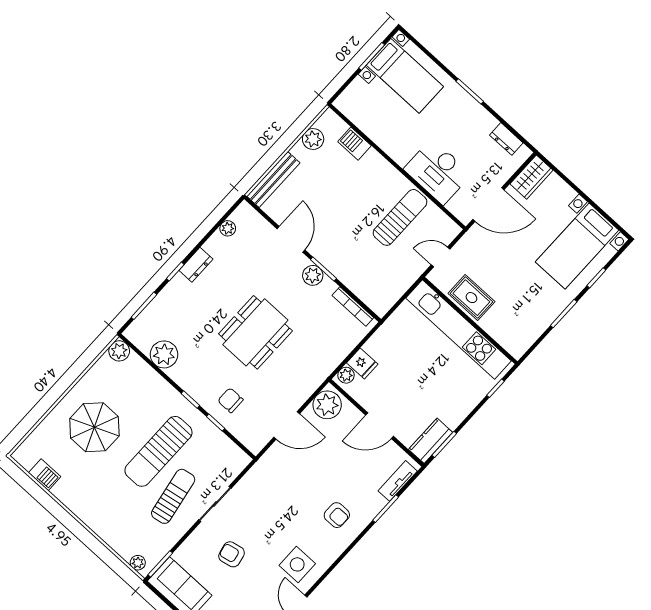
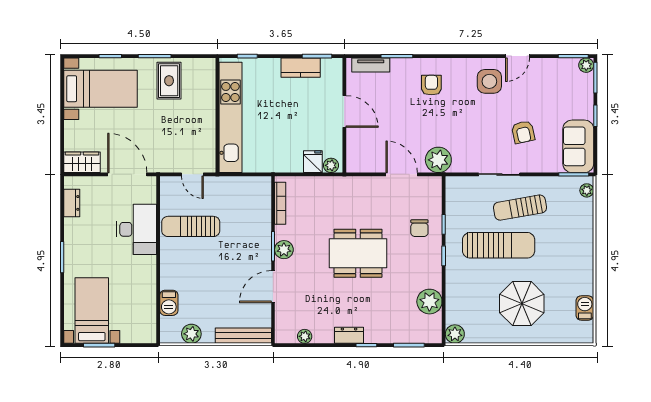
rug: (471, 298) -> (169, 81), moved
plant: (327, 405) -> (438, 160), moved
kitchen counter: (431, 441) -> (301, 68), moved

